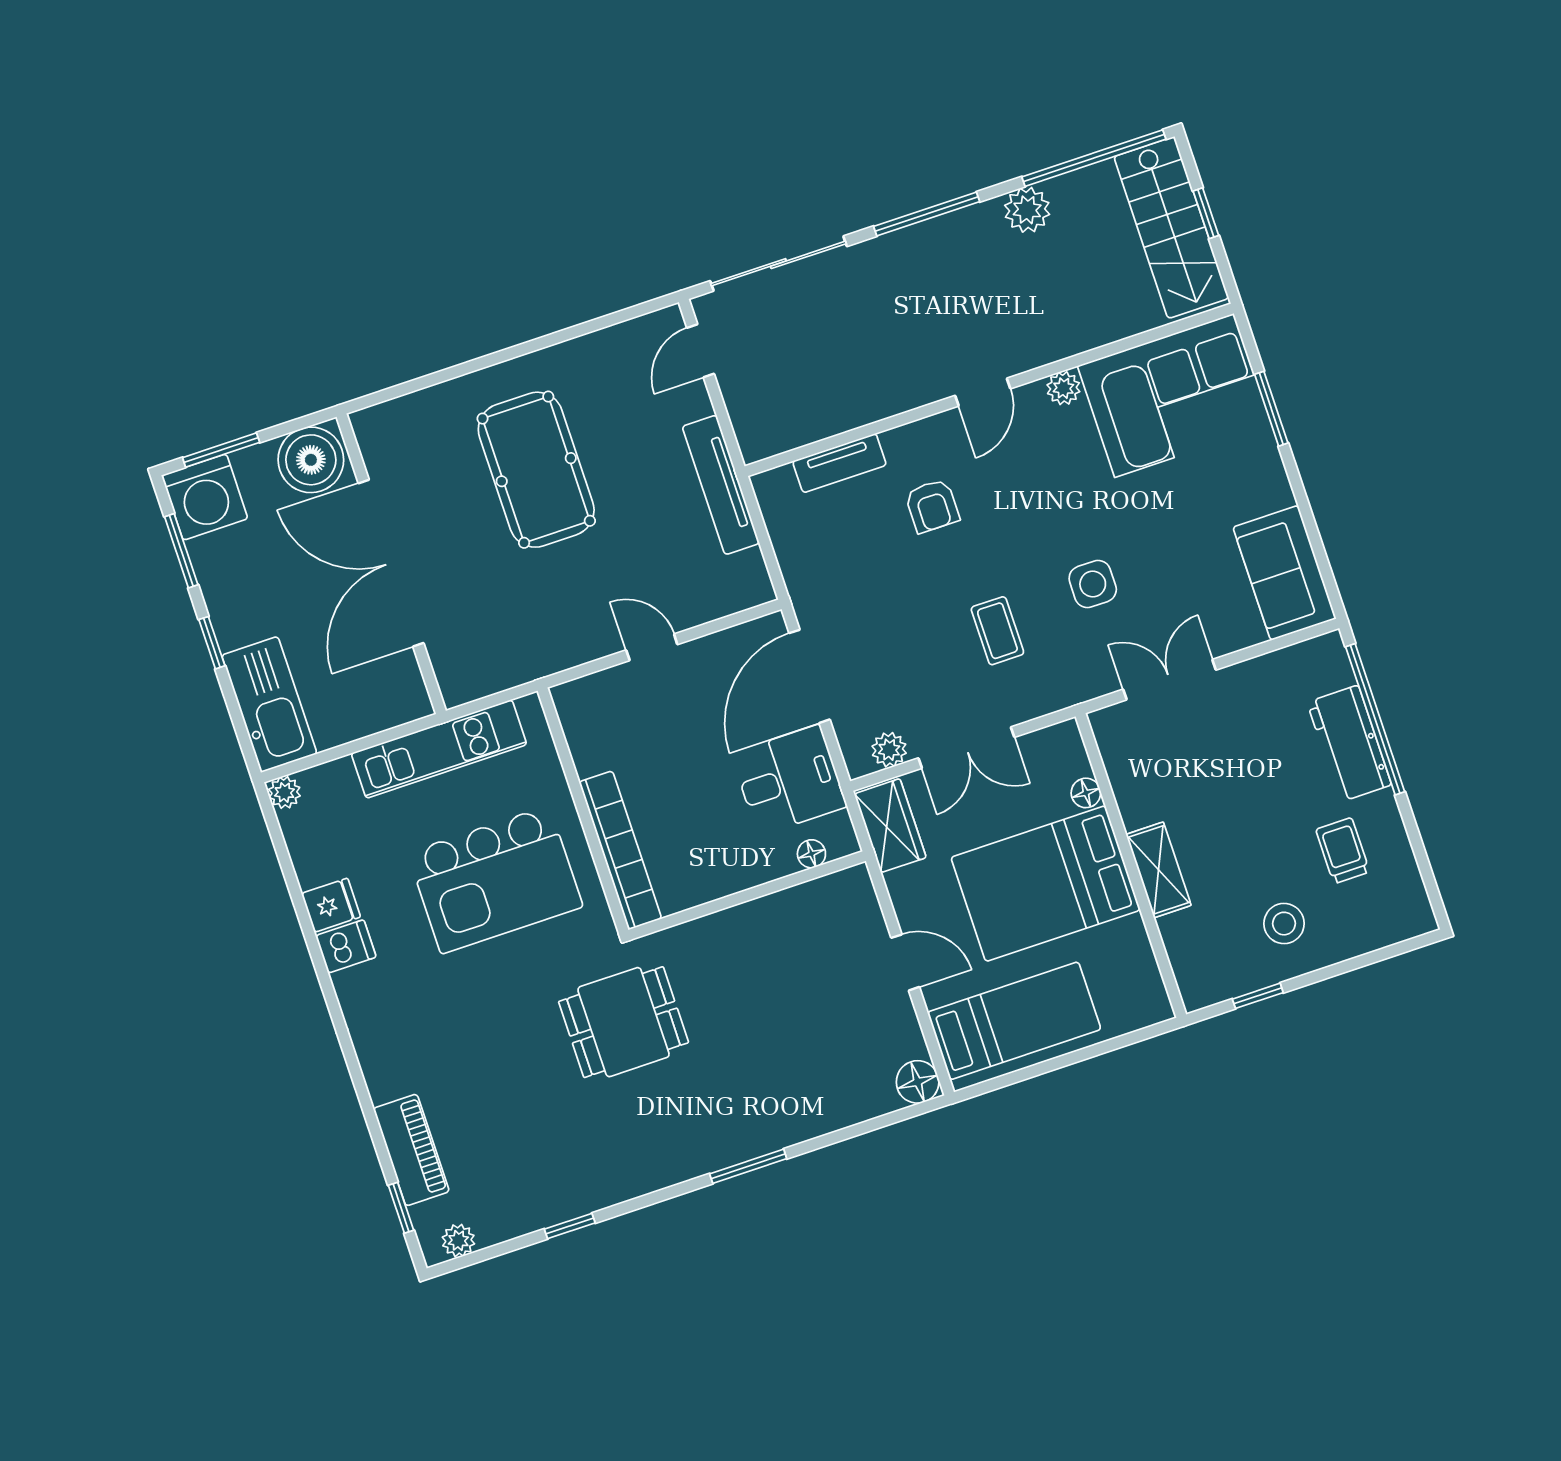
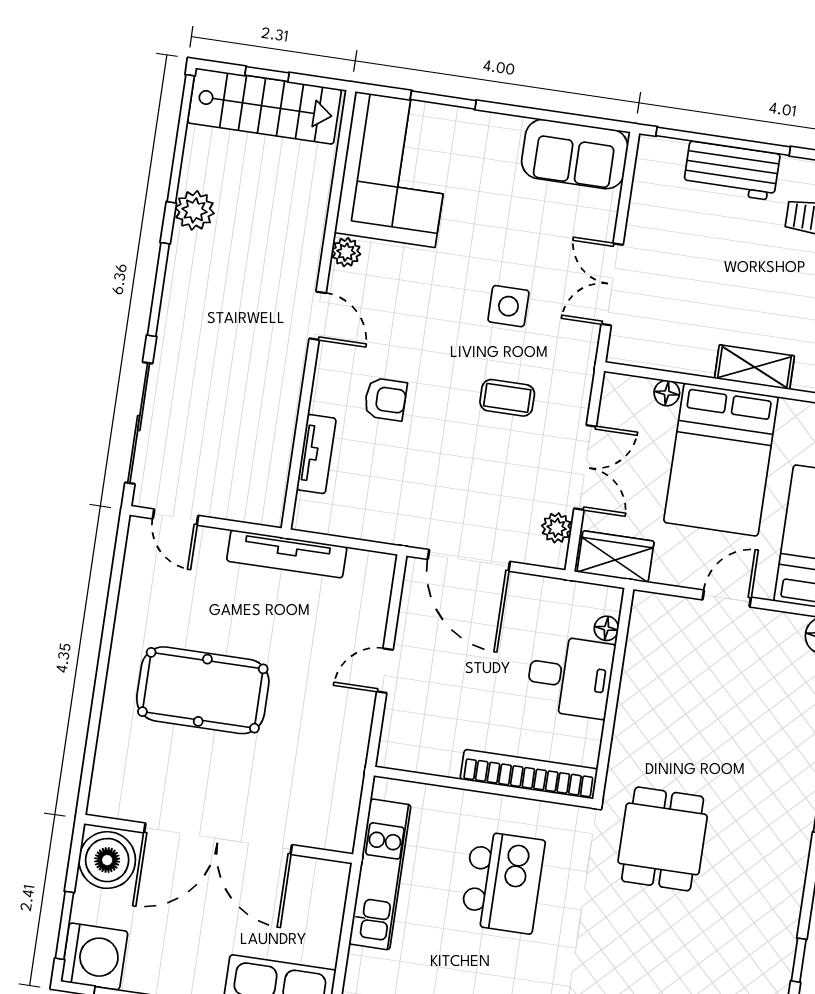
desk: (789, 780) -> (570, 676), moved, turned 90
kitchen island: (495, 880) -> (503, 882), width x0.73, depth x0.78

